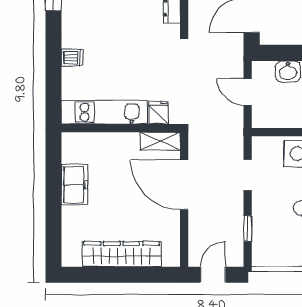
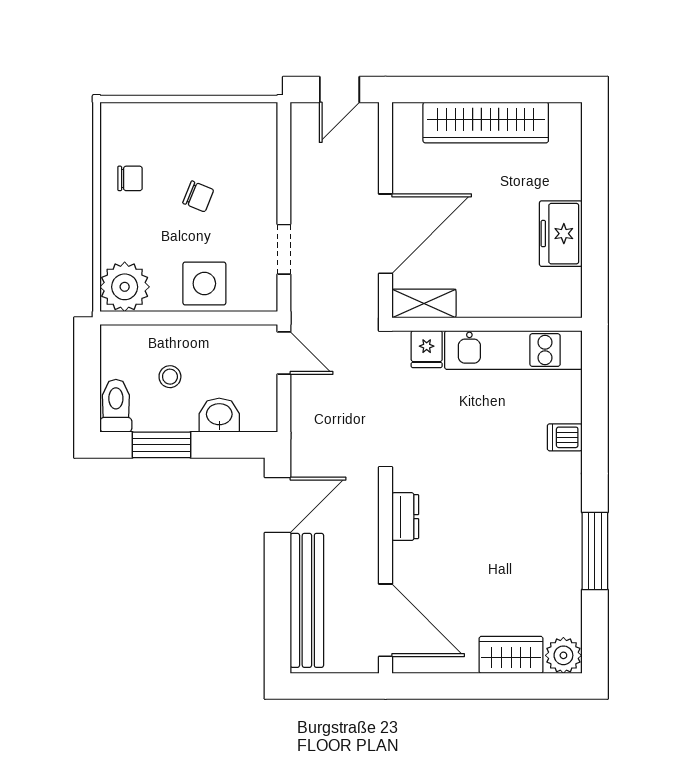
door: (248, 92) -> (284, 353), moved
door: (184, 185) -> (385, 234), hinge flipped
window: (248, 228) -> (284, 164), removed

